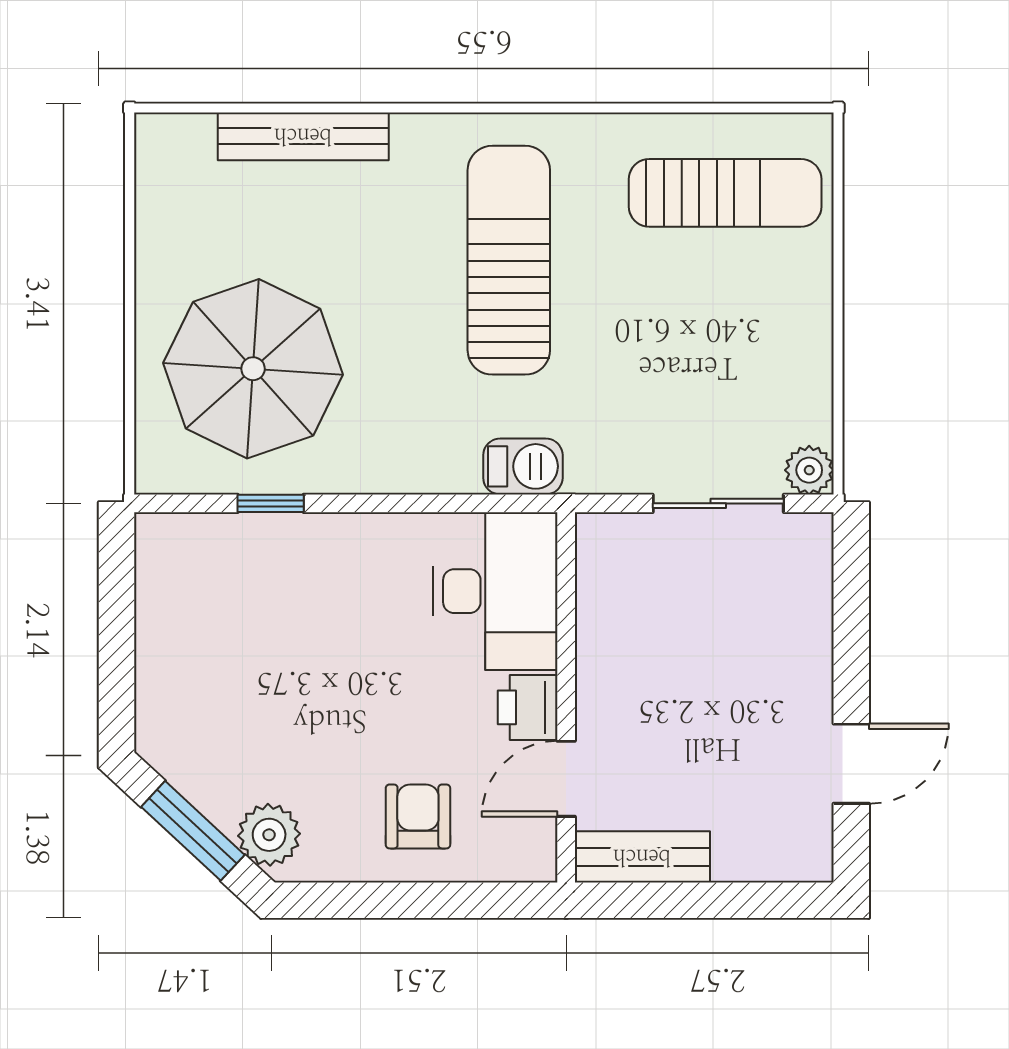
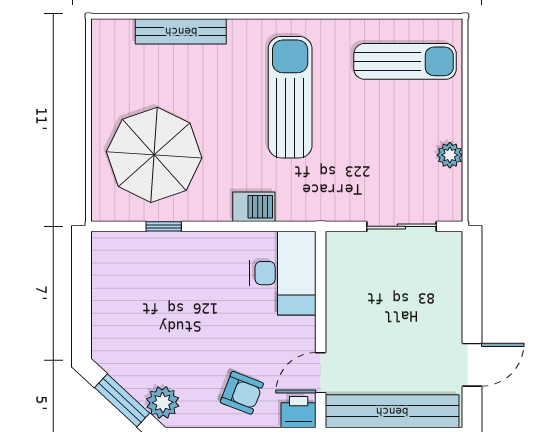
barbecue: (523, 466) -> (254, 207), moved
plant: (809, 470) -> (450, 155), moved
printer: (528, 707) -> (299, 412), moved, turned 90
armchair: (418, 816) -> (242, 393), turned 111
bench: (642, 857) -> (392, 411), width x1.86, depth x1.21

